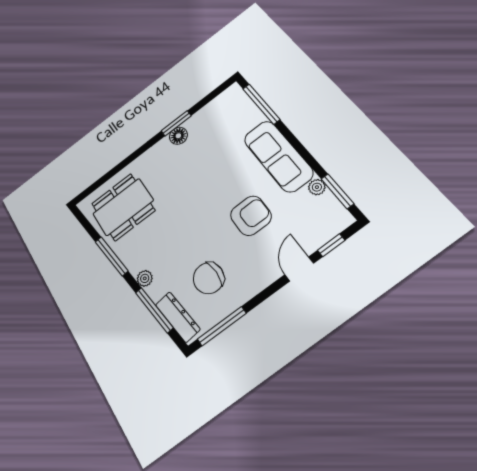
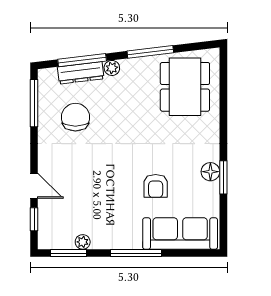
window: (261, 104) -> (136, 253), moved
sofa: (278, 156) -> (180, 233), moved
armchair: (251, 216) -> (156, 186), moved, width x0.72, depth x0.72
dresser: (178, 317) -> (81, 73), moved

